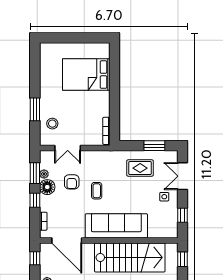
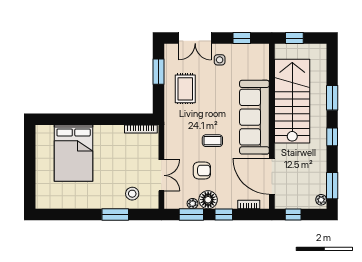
door: (67, 240) -> (272, 176), swing flipped

